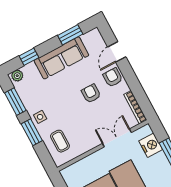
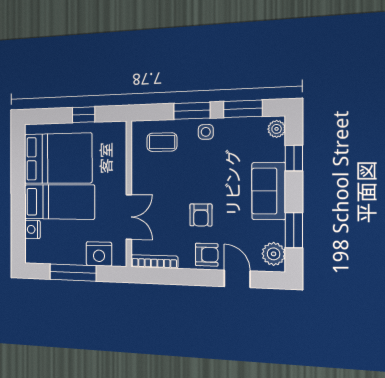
plant: (90, 39) -> (274, 254), added
sofa: (61, 58) -> (269, 191), width x0.73
armchair: (91, 94) -> (201, 215), turned 90

